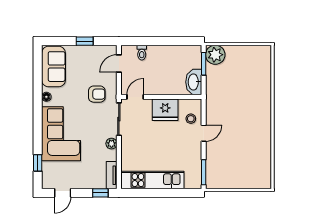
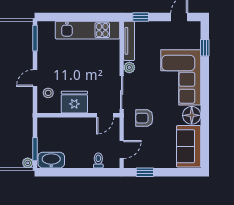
window: (85, 41) -> (145, 172), moved
plant: (215, 55) -> (28, 163), width x0.53, depth x0.53
washbasin: (194, 82) -> (51, 160), moved, turned -90
floor lamp: (46, 97) -> (192, 115), width x1.89, depth x1.89
tv unit: (112, 175) -> (129, 41), width x1.41

